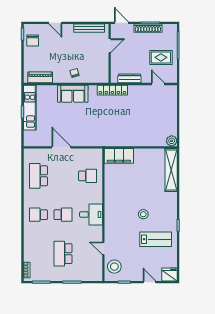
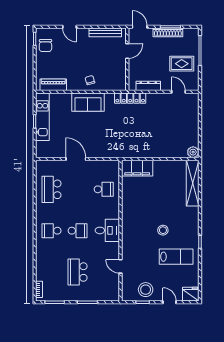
stool: (114, 267) -> (146, 290), moved

